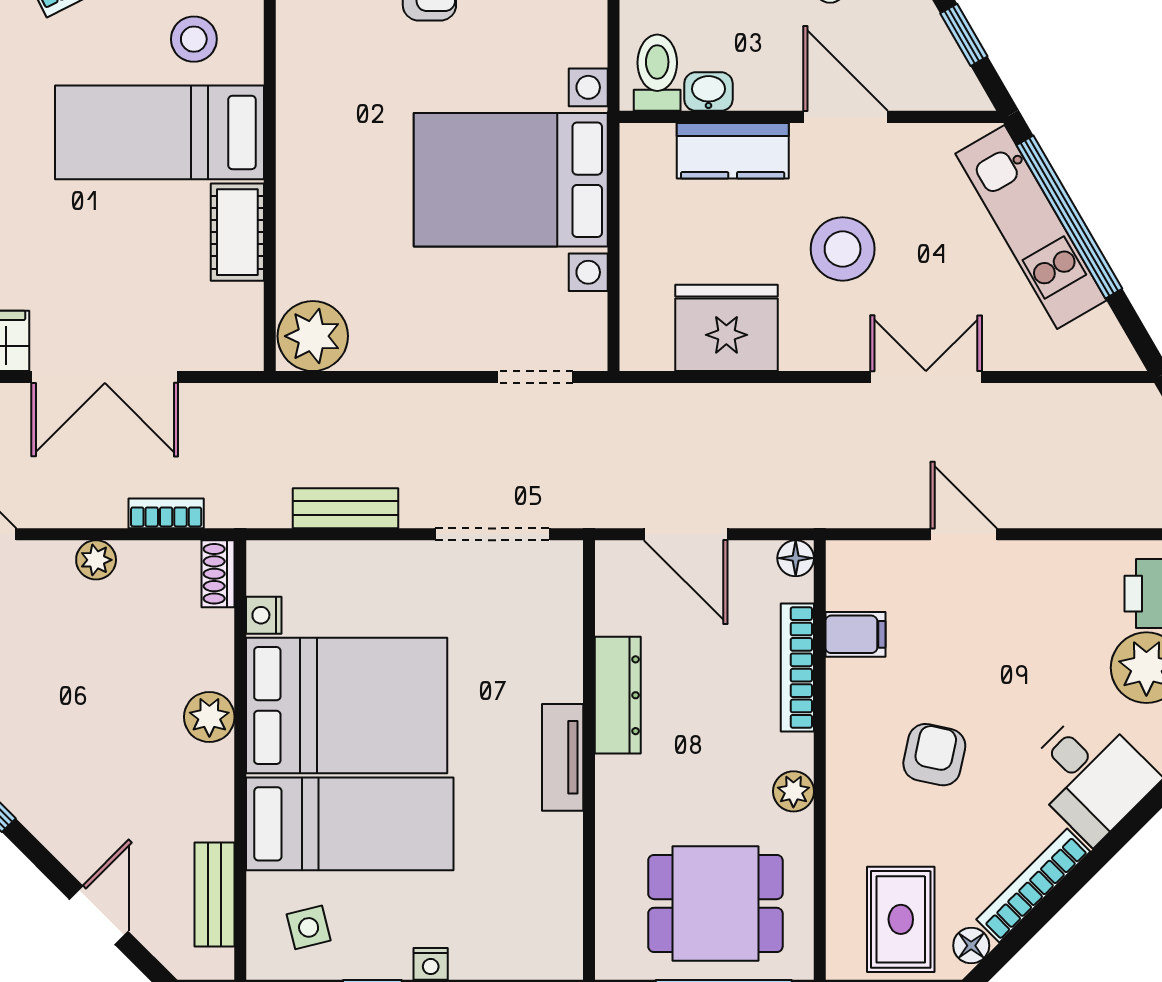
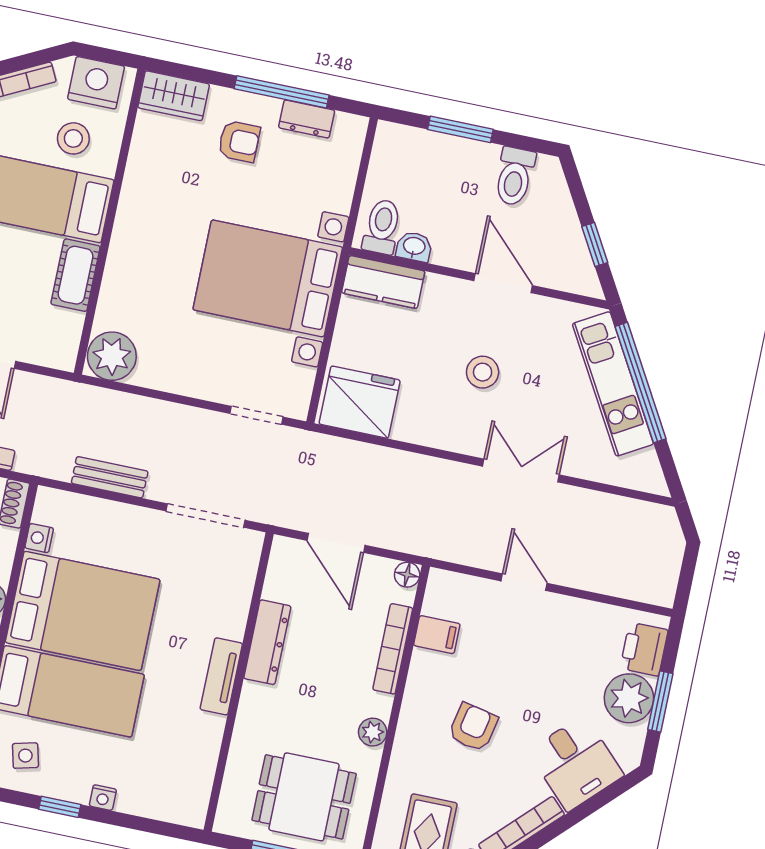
kitchen counter: (733, 151) -> (383, 282), moved
stool: (843, 249) -> (483, 372), width x0.73, depth x0.73
fridge: (726, 328) -> (360, 402), moved

